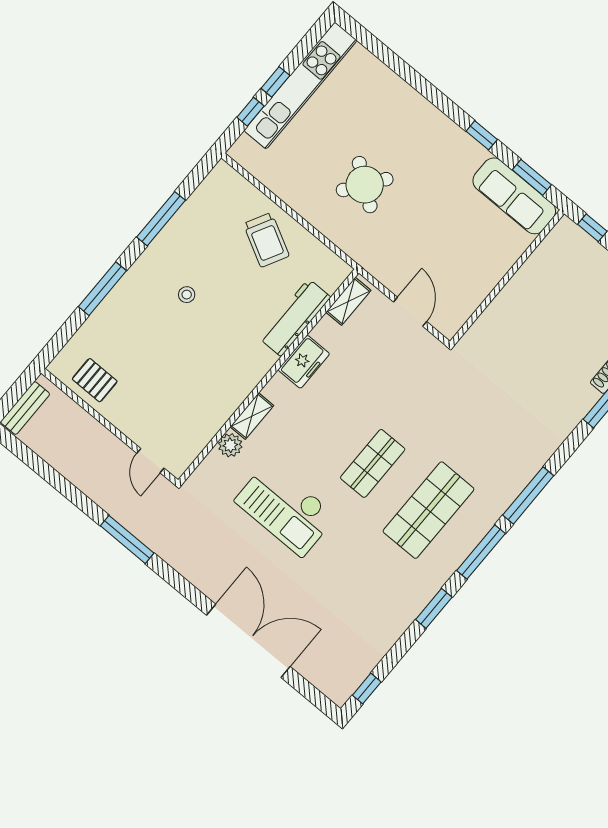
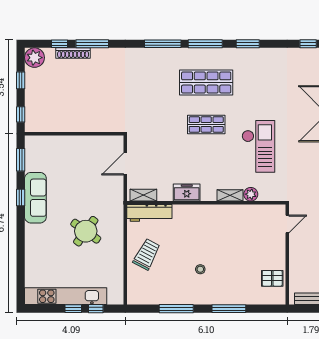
sofa: (514, 196) -> (35, 198), moved
workbench: (295, 318) -> (149, 213), moved
pallet: (95, 380) -> (272, 278), turned 90

